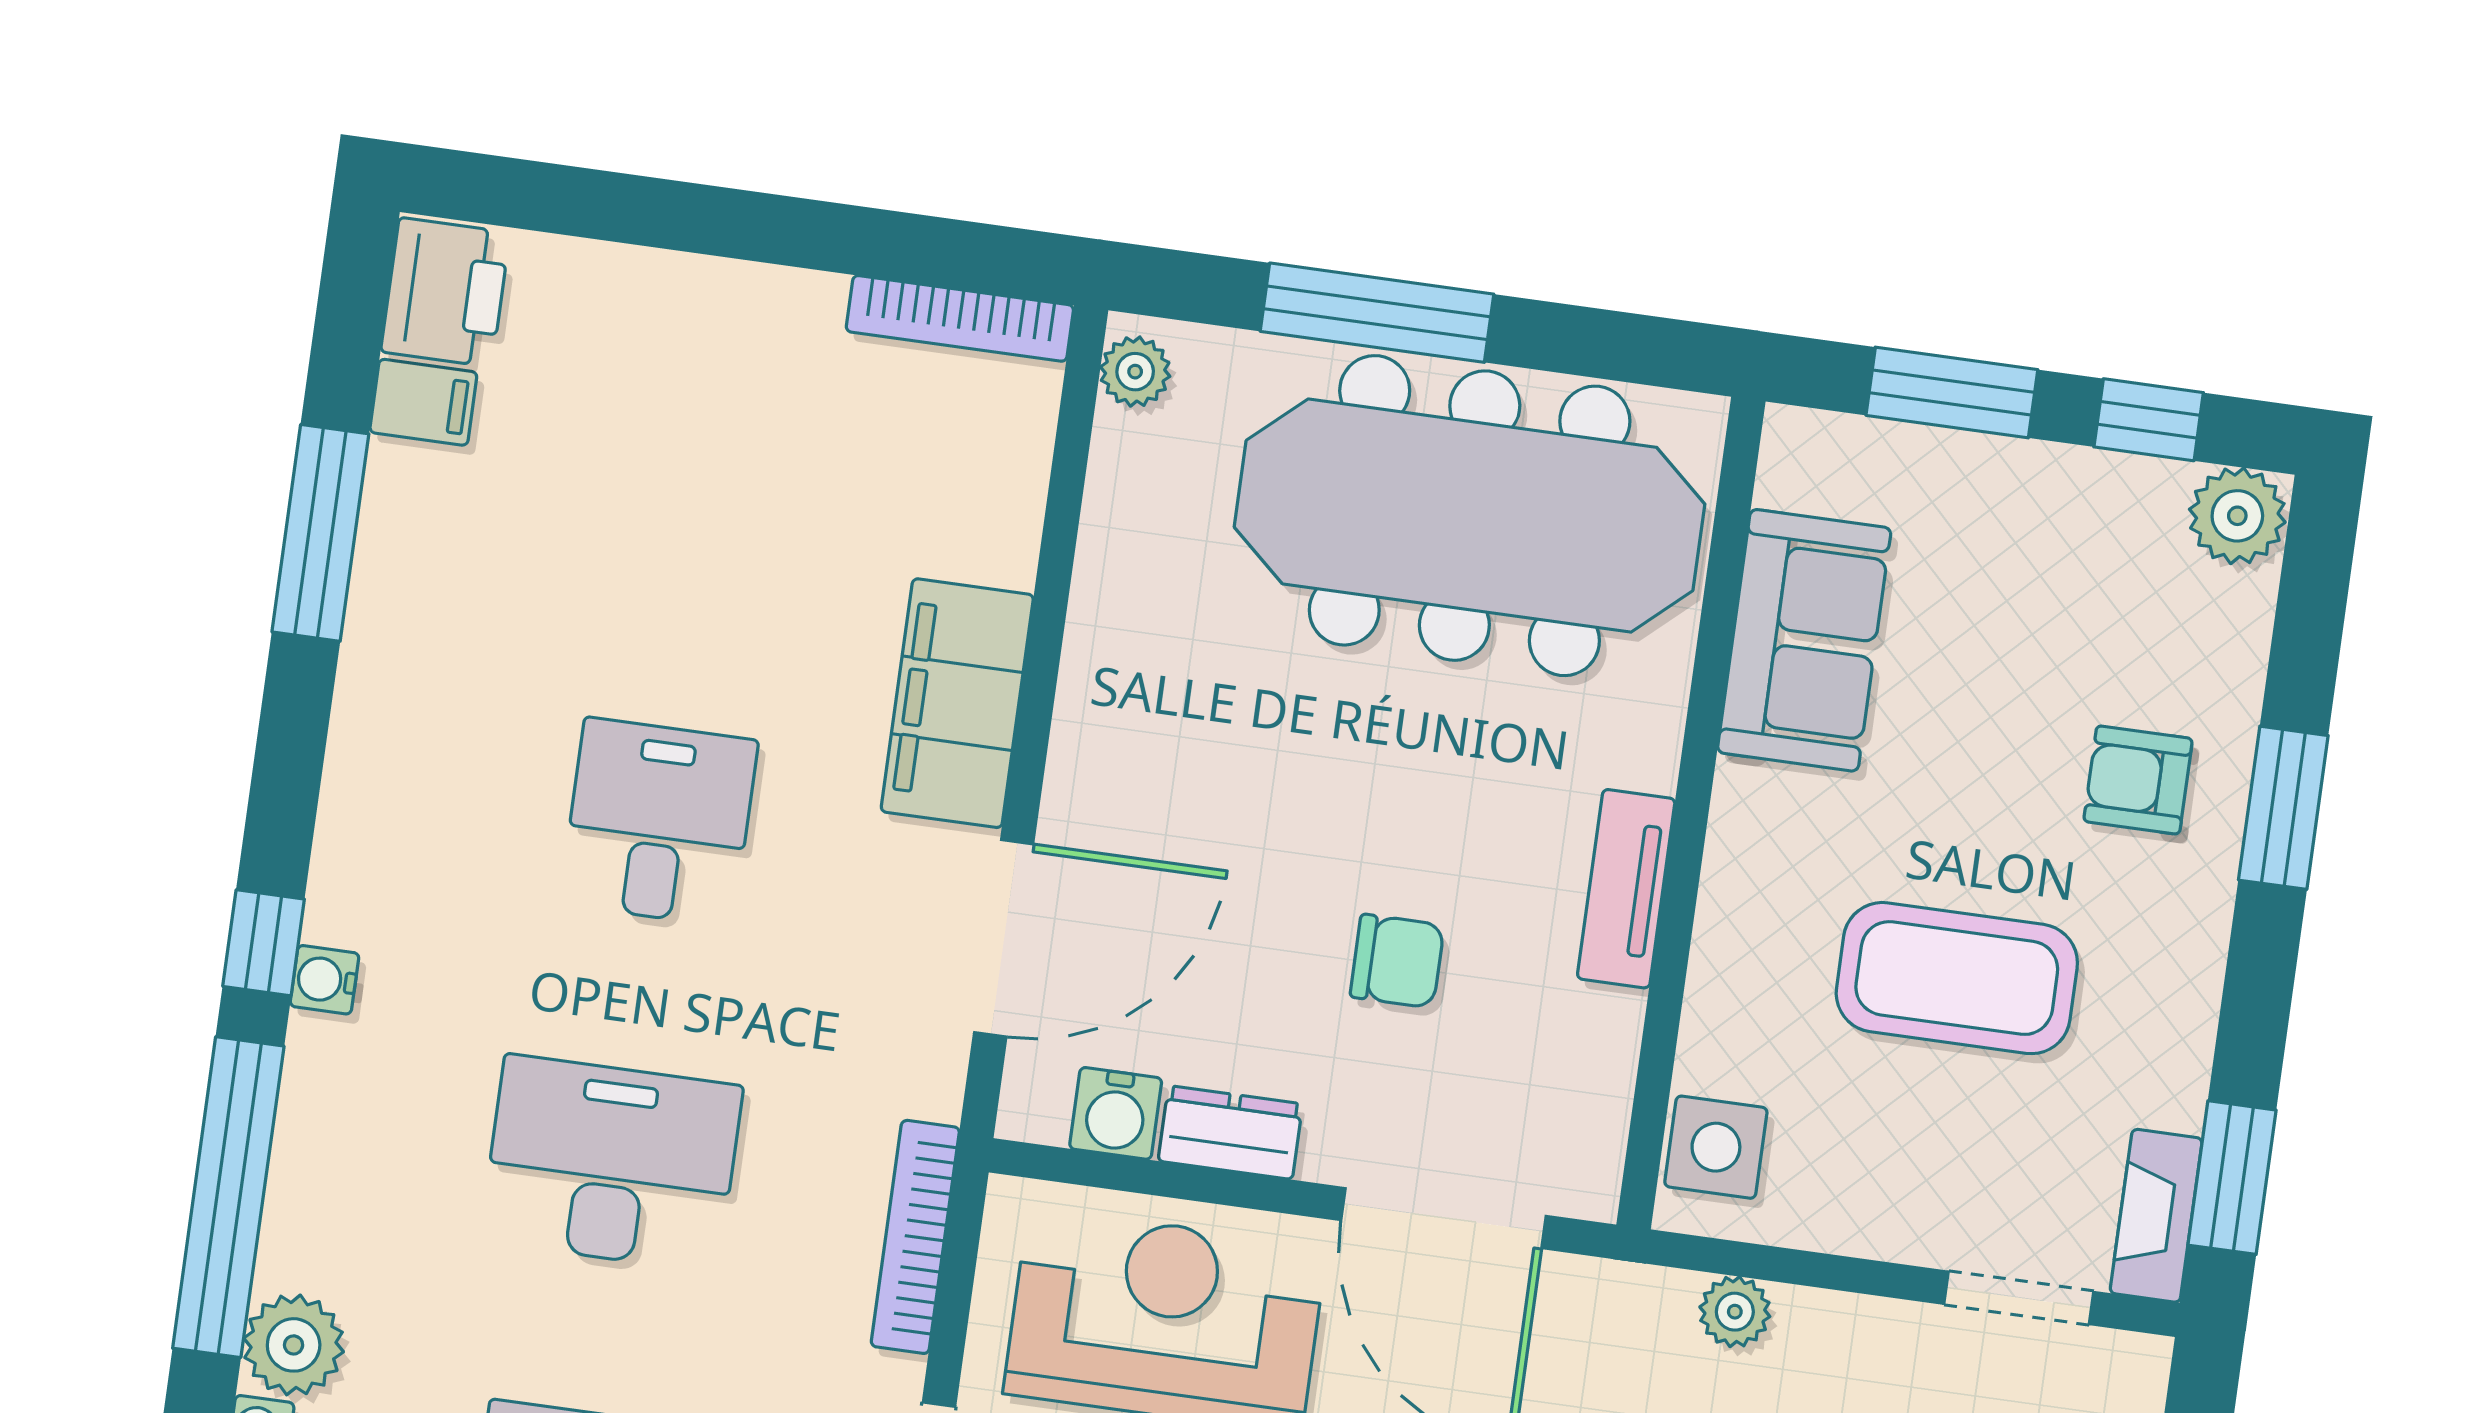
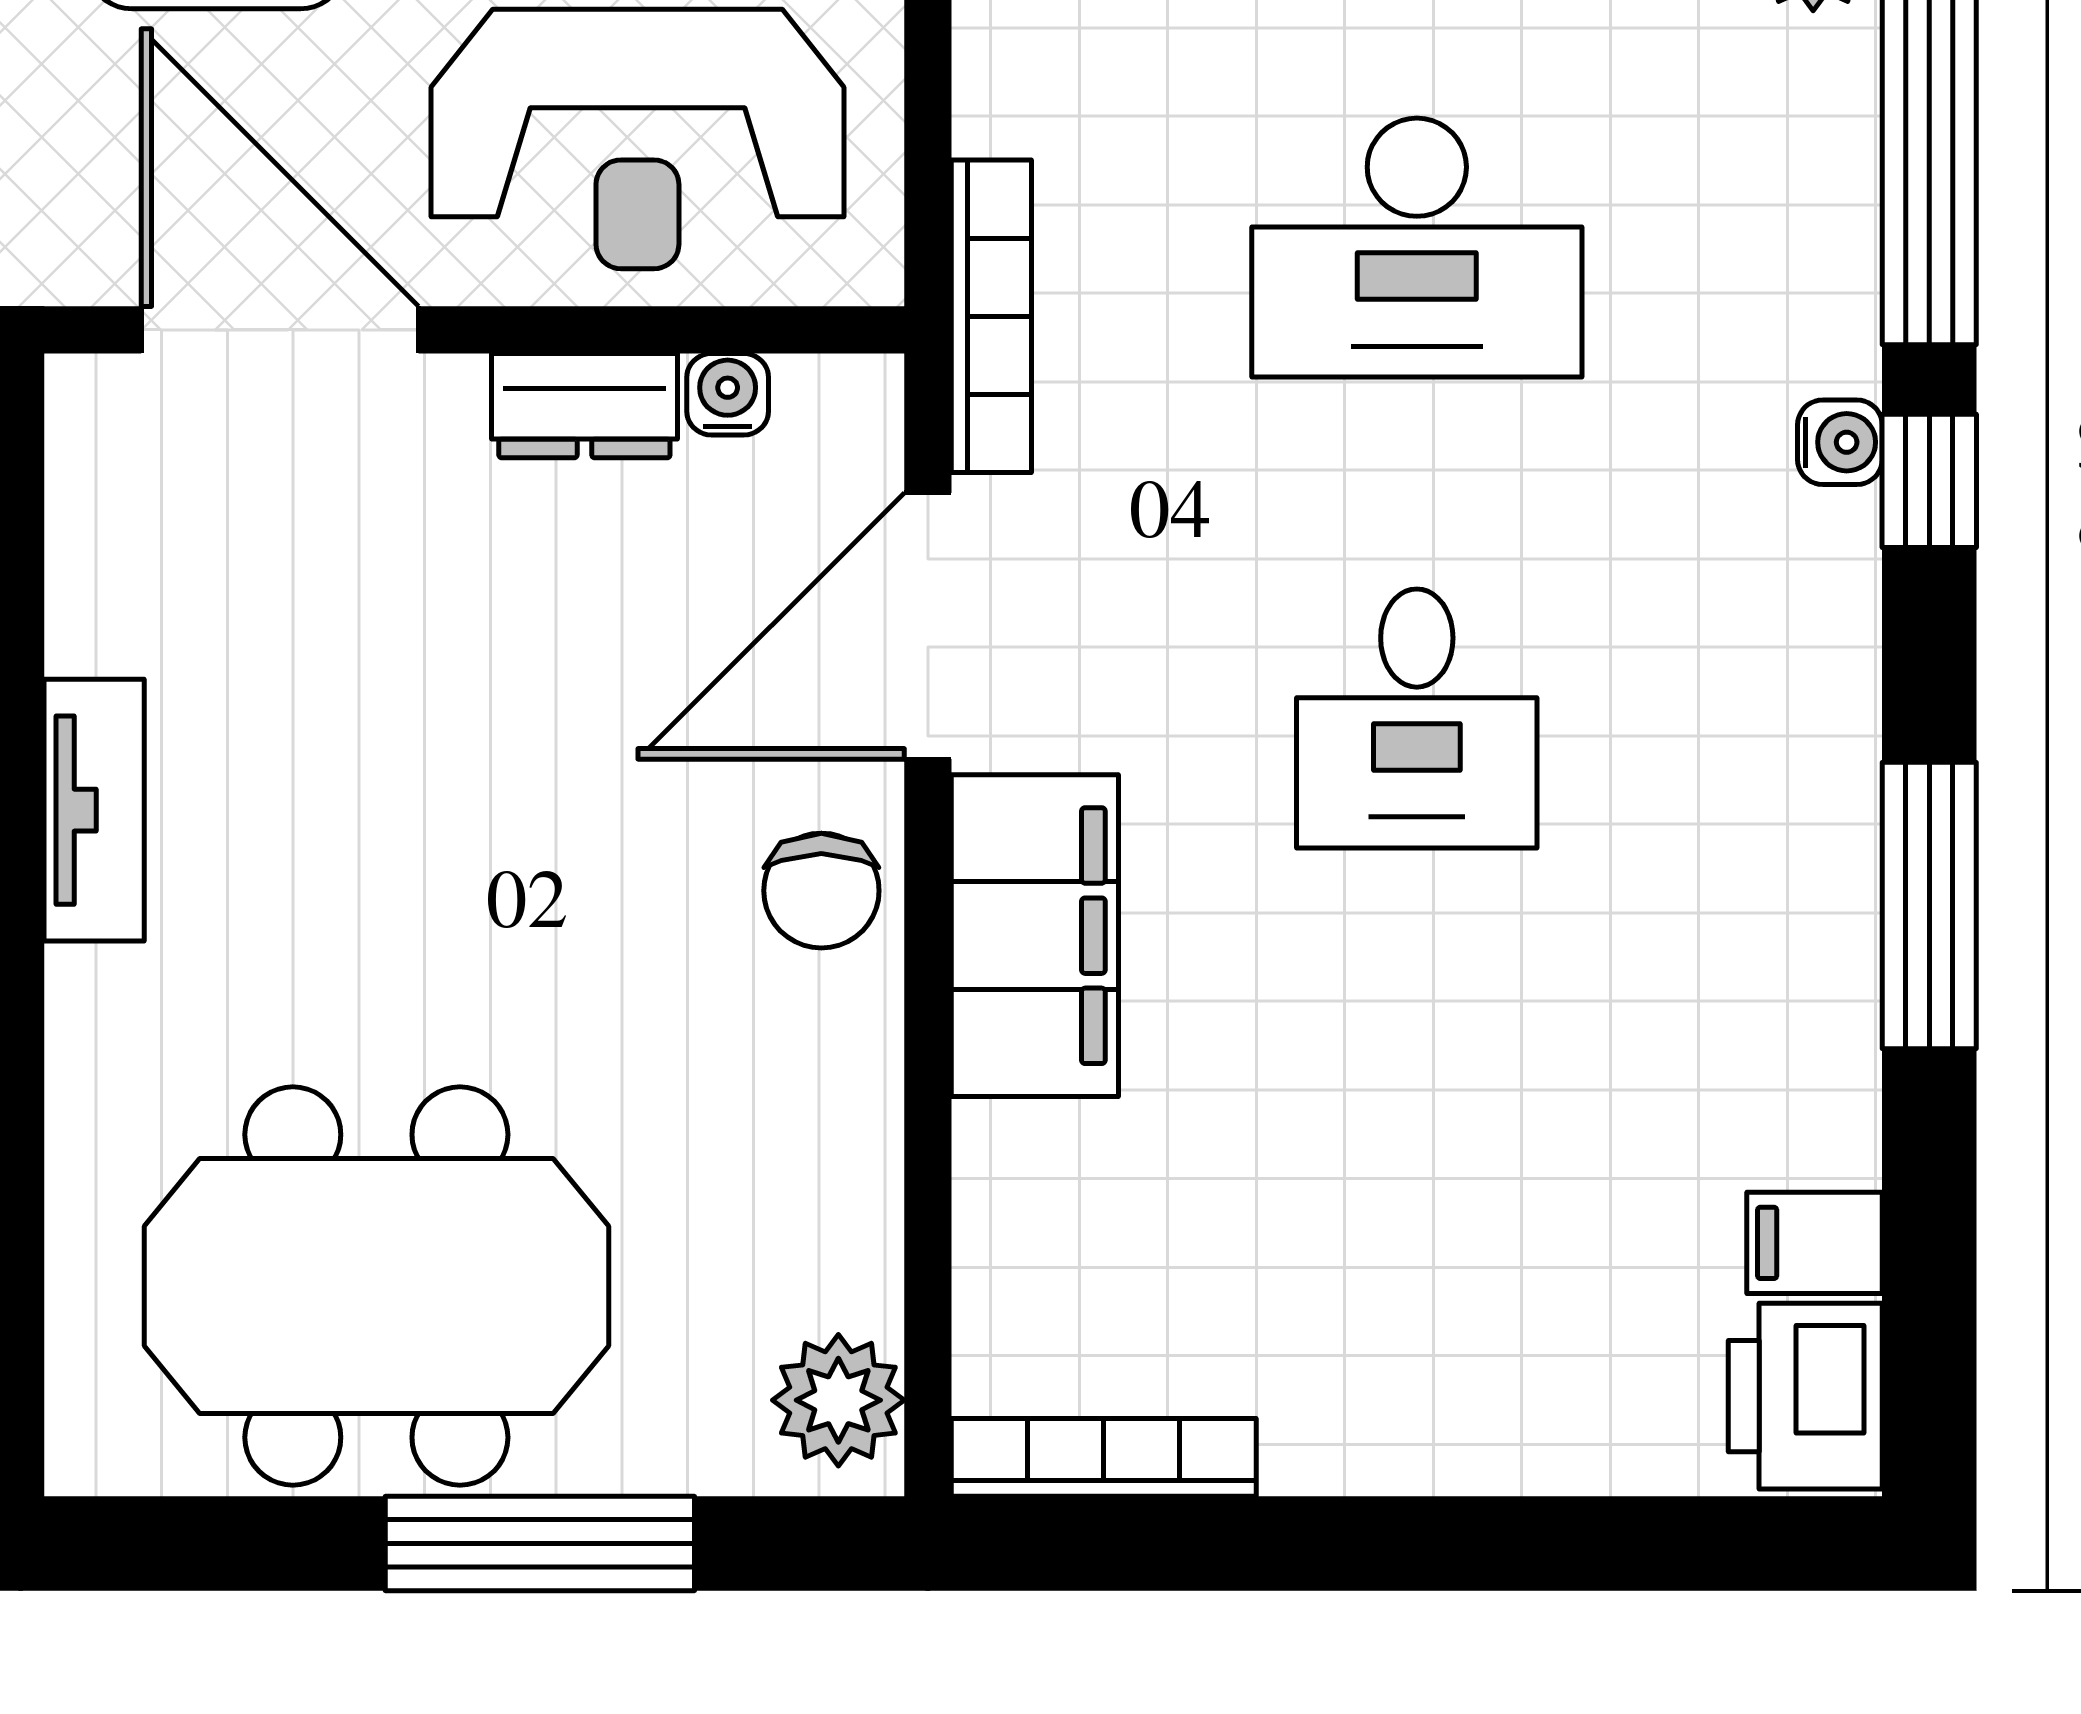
plant: (1135, 372) -> (838, 1400), width x1.38, depth x1.38
meeting table: (1470, 516) -> (376, 1286), width x0.73
window: (320, 533) -> (1929, 906), moved
chair: (1397, 961) -> (821, 891), moved, turned -90
water cooler: (1116, 1113) -> (728, 394), width x0.72, depth x0.72
bookcase: (915, 1237) -> (991, 316), moved

